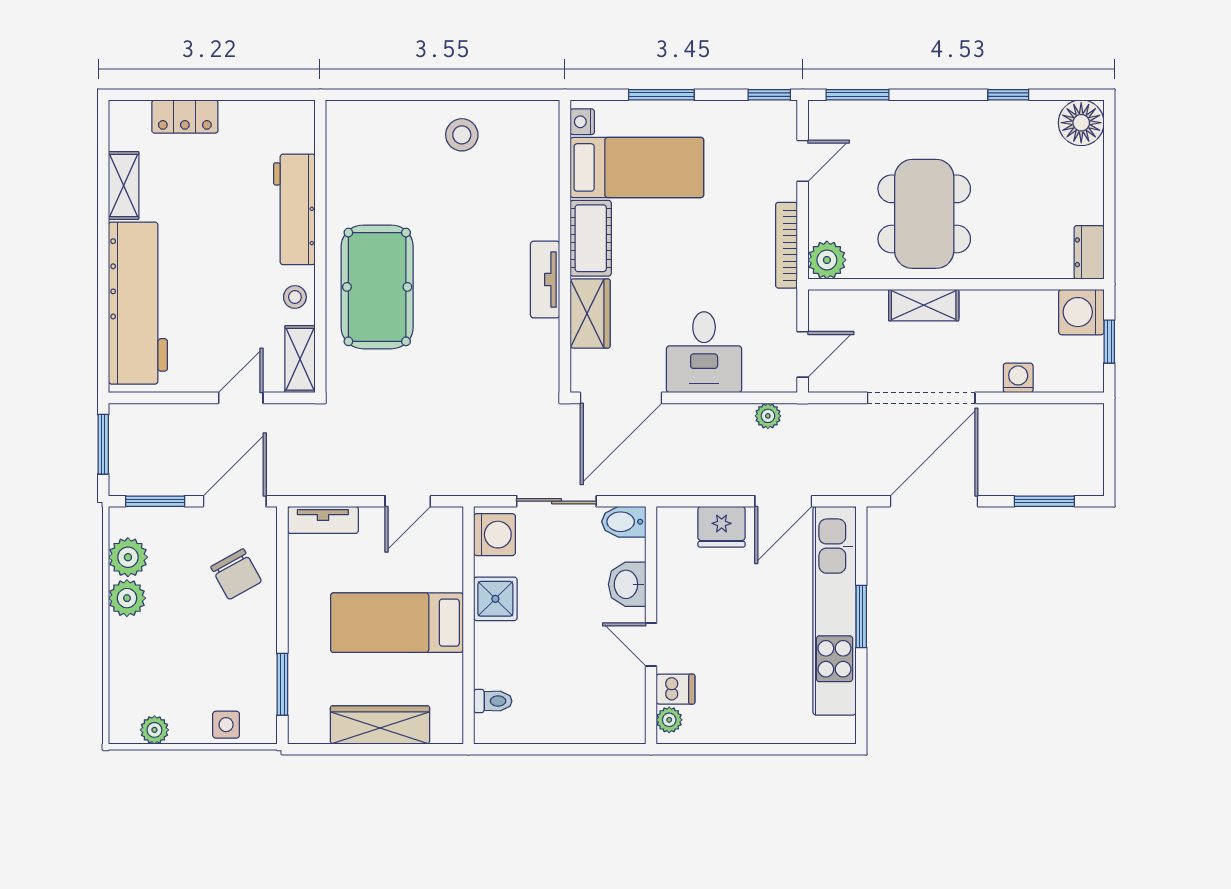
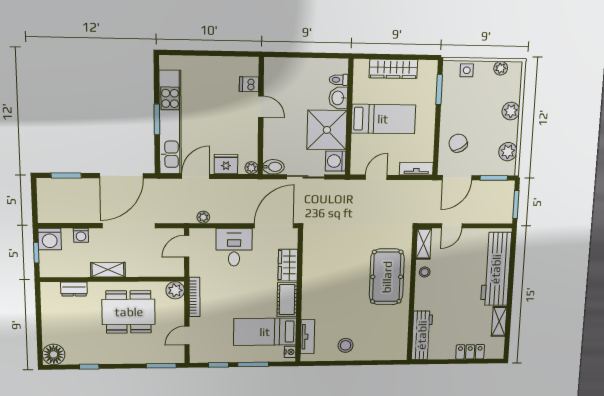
window: (769, 95) -> (218, 365), moved
workbench: (294, 209) -> (422, 335), moved
dining table: (924, 214) -> (129, 312), turned 90
dresser: (1089, 252) -> (74, 289), moved, turned 90
tv unit: (545, 280) -> (308, 337), moved
shelving: (924, 305) -> (108, 270), moved
washing machine: (1081, 312) -> (50, 239), moved, turned 90
washbasin: (627, 584) -> (338, 98), moved, turned 180
plant: (127, 598) -> (511, 111), moved
shower: (495, 599) -> (327, 130), width x1.86, depth x1.86
plant: (669, 720) -> (251, 168), moved

